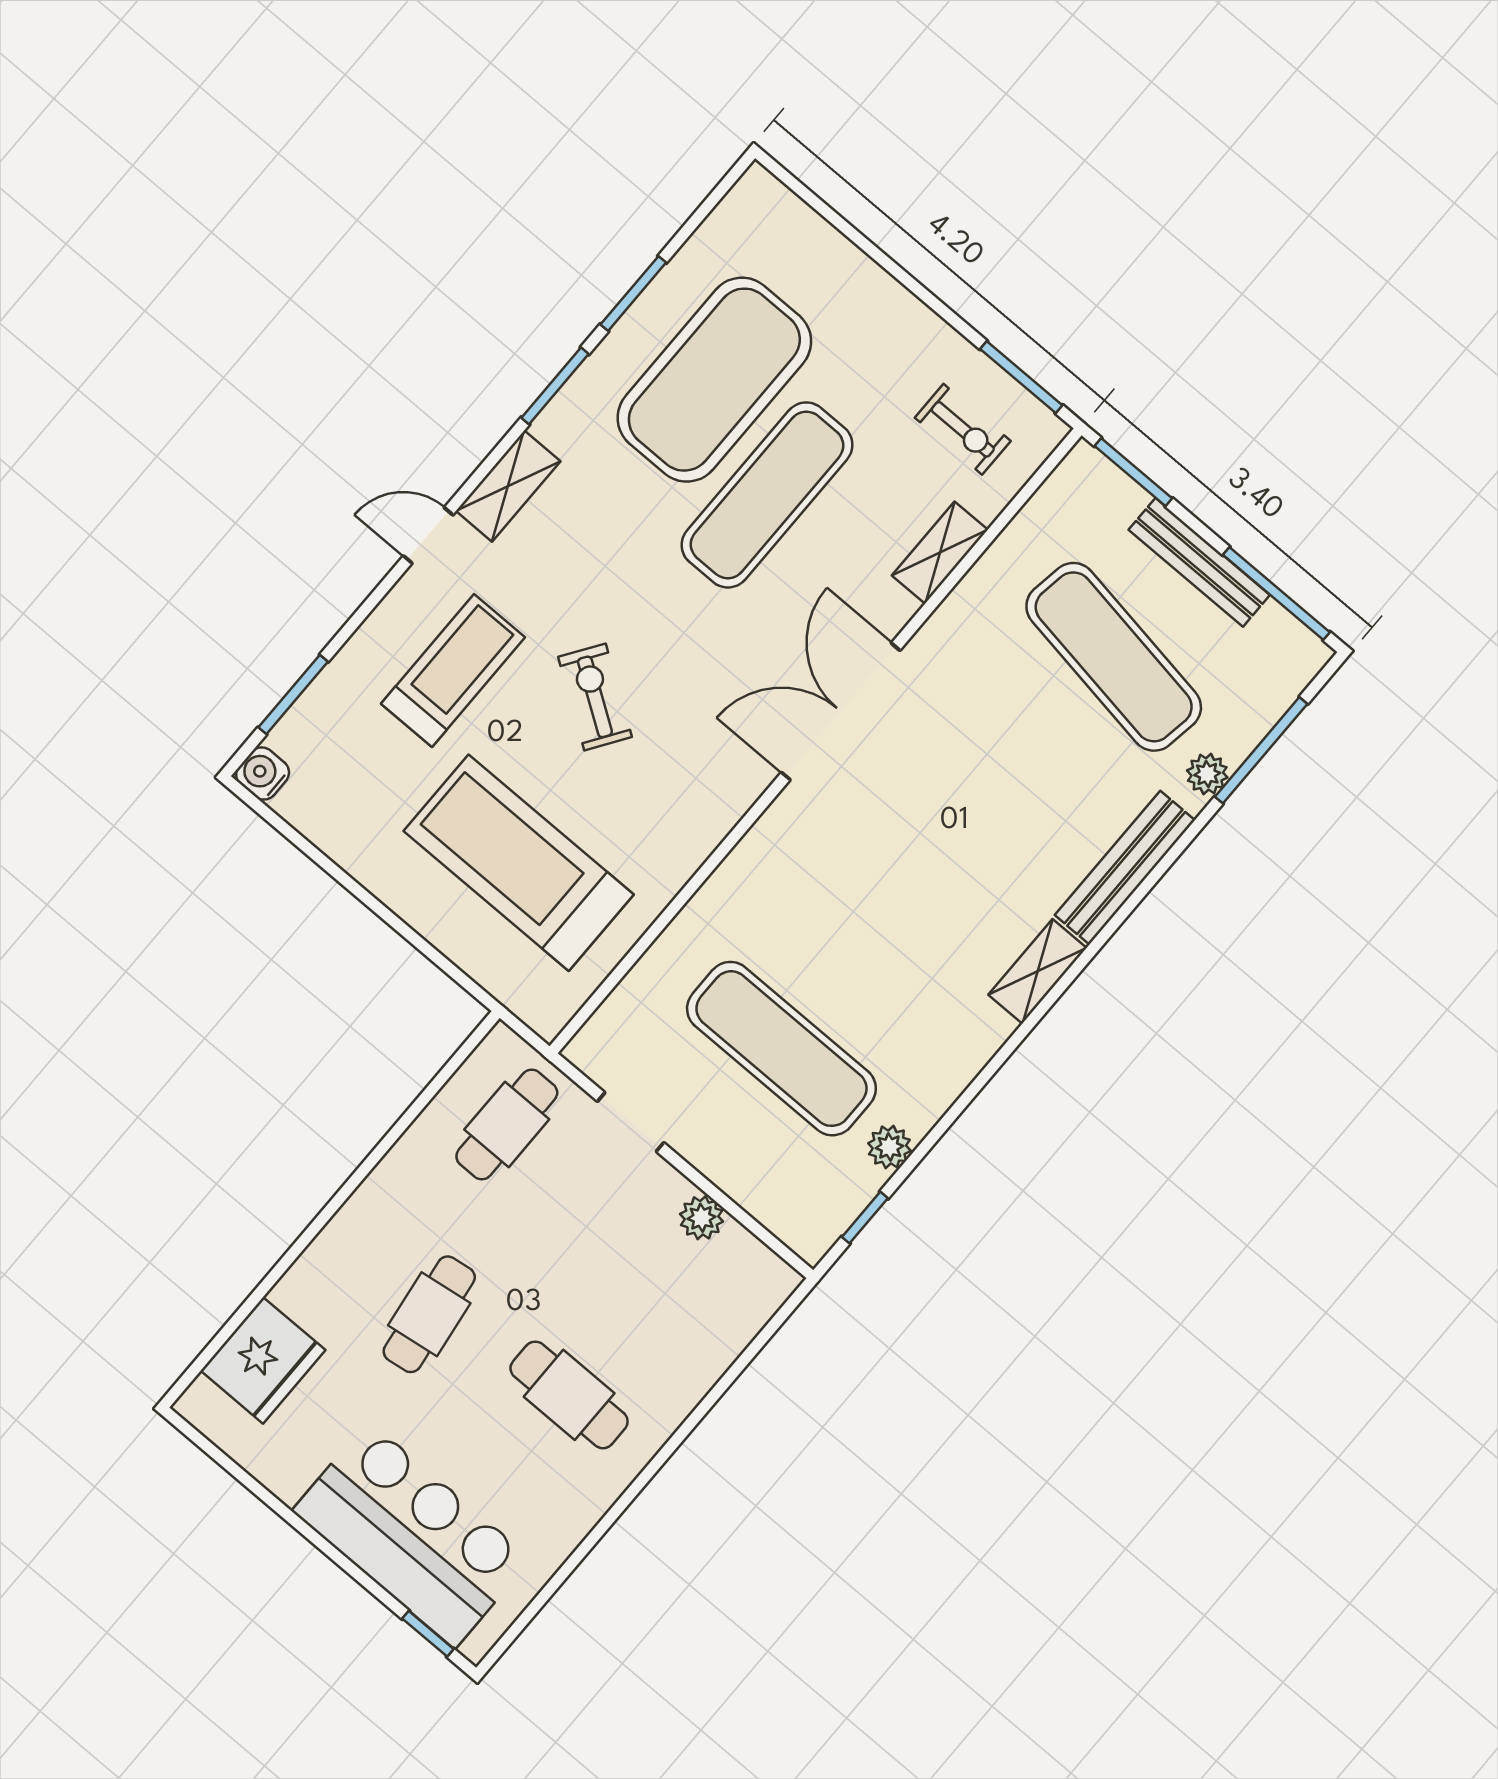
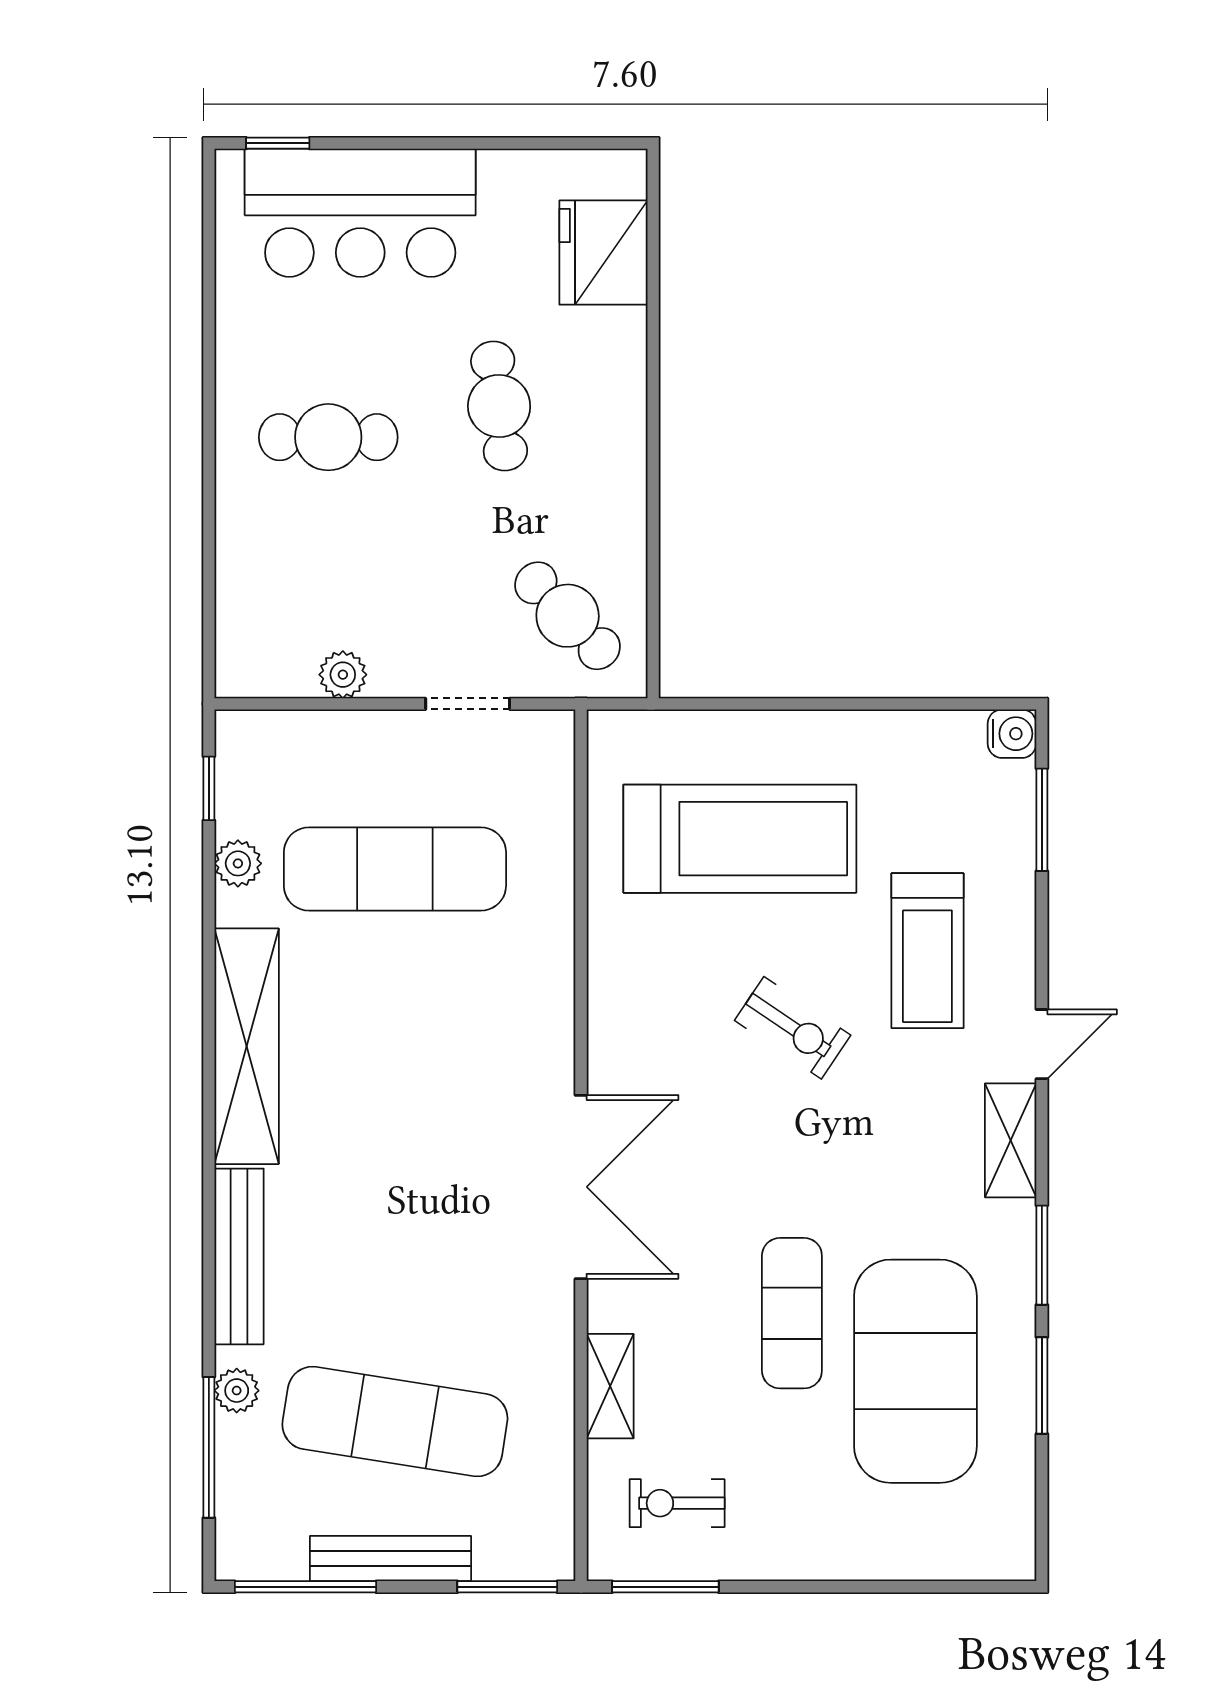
exercise mat: (767, 495) -> (792, 1313), width x0.73, depth x0.69
shelving: (1038, 971) -> (247, 1046), width x2.20, depth x1.33
cafe table: (507, 1124) -> (568, 616), turned -44

